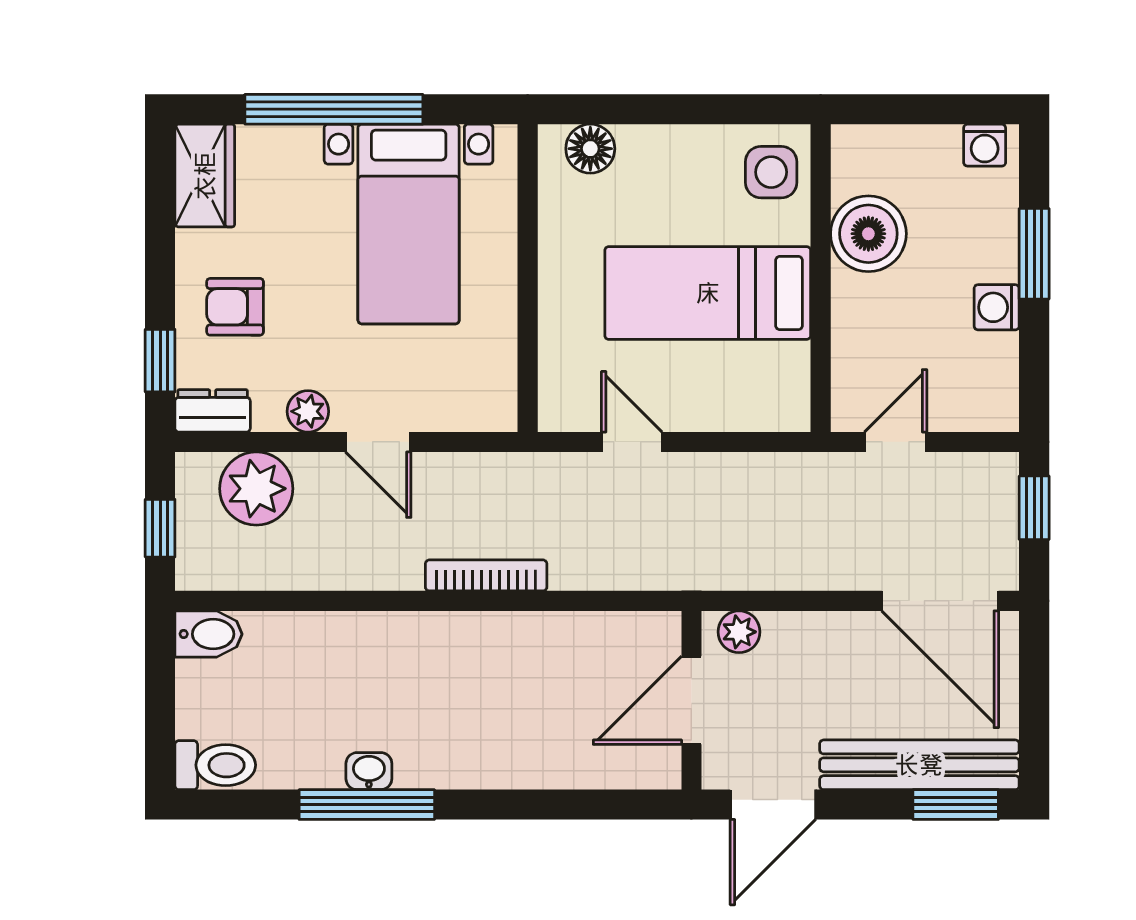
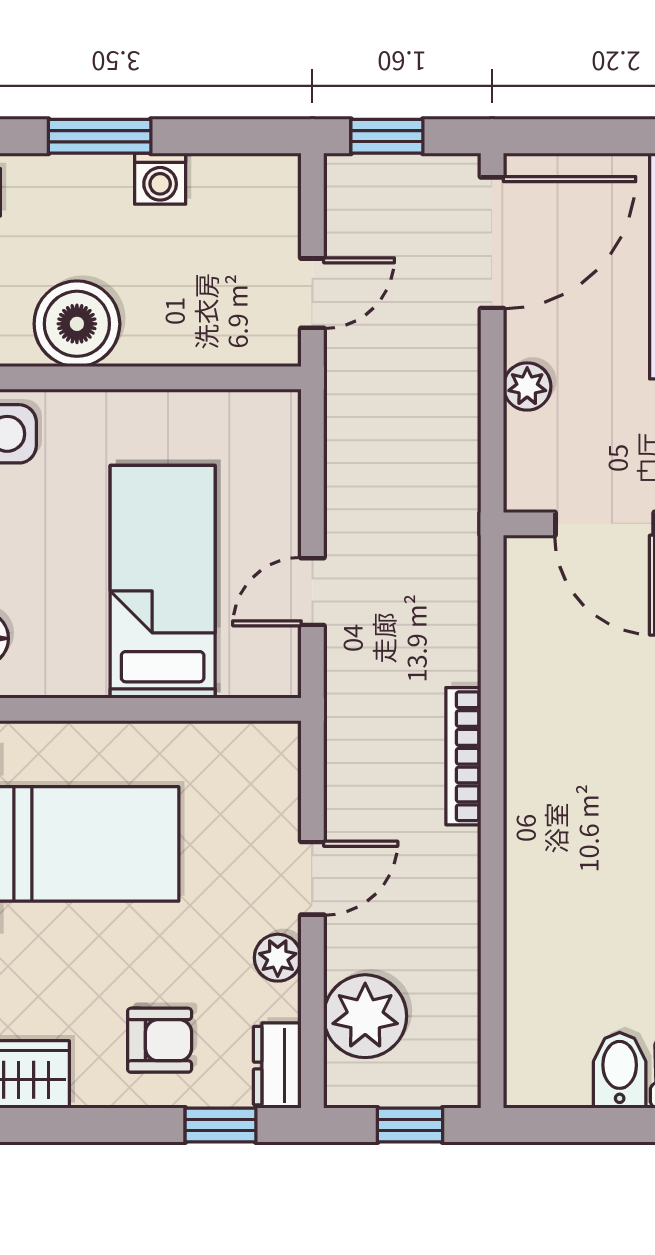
bed: (708, 293) -> (163, 582), moved, turned 180
armchair: (235, 307) -> (160, 1040), turned -90
door: (896, 442) -> (312, 293), swing flipped
plant: (739, 632) -> (527, 386), moved
bidet: (208, 634) -> (620, 1070), moved

